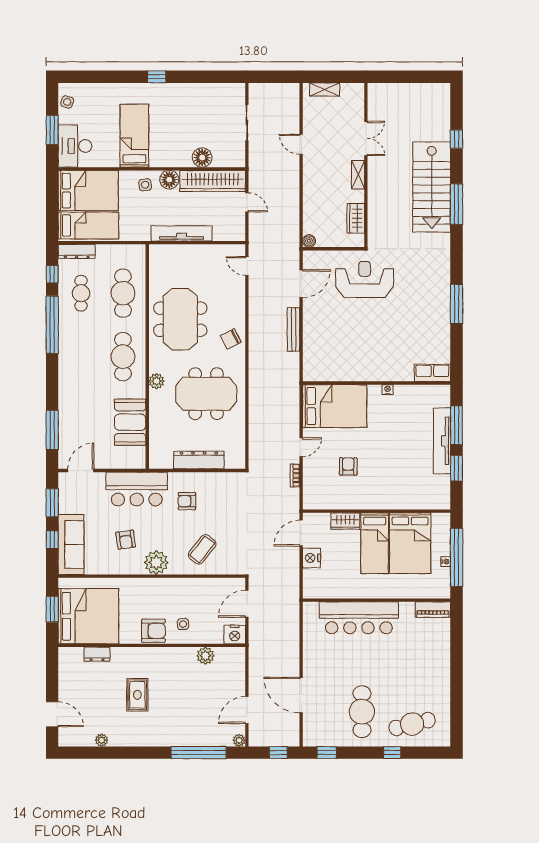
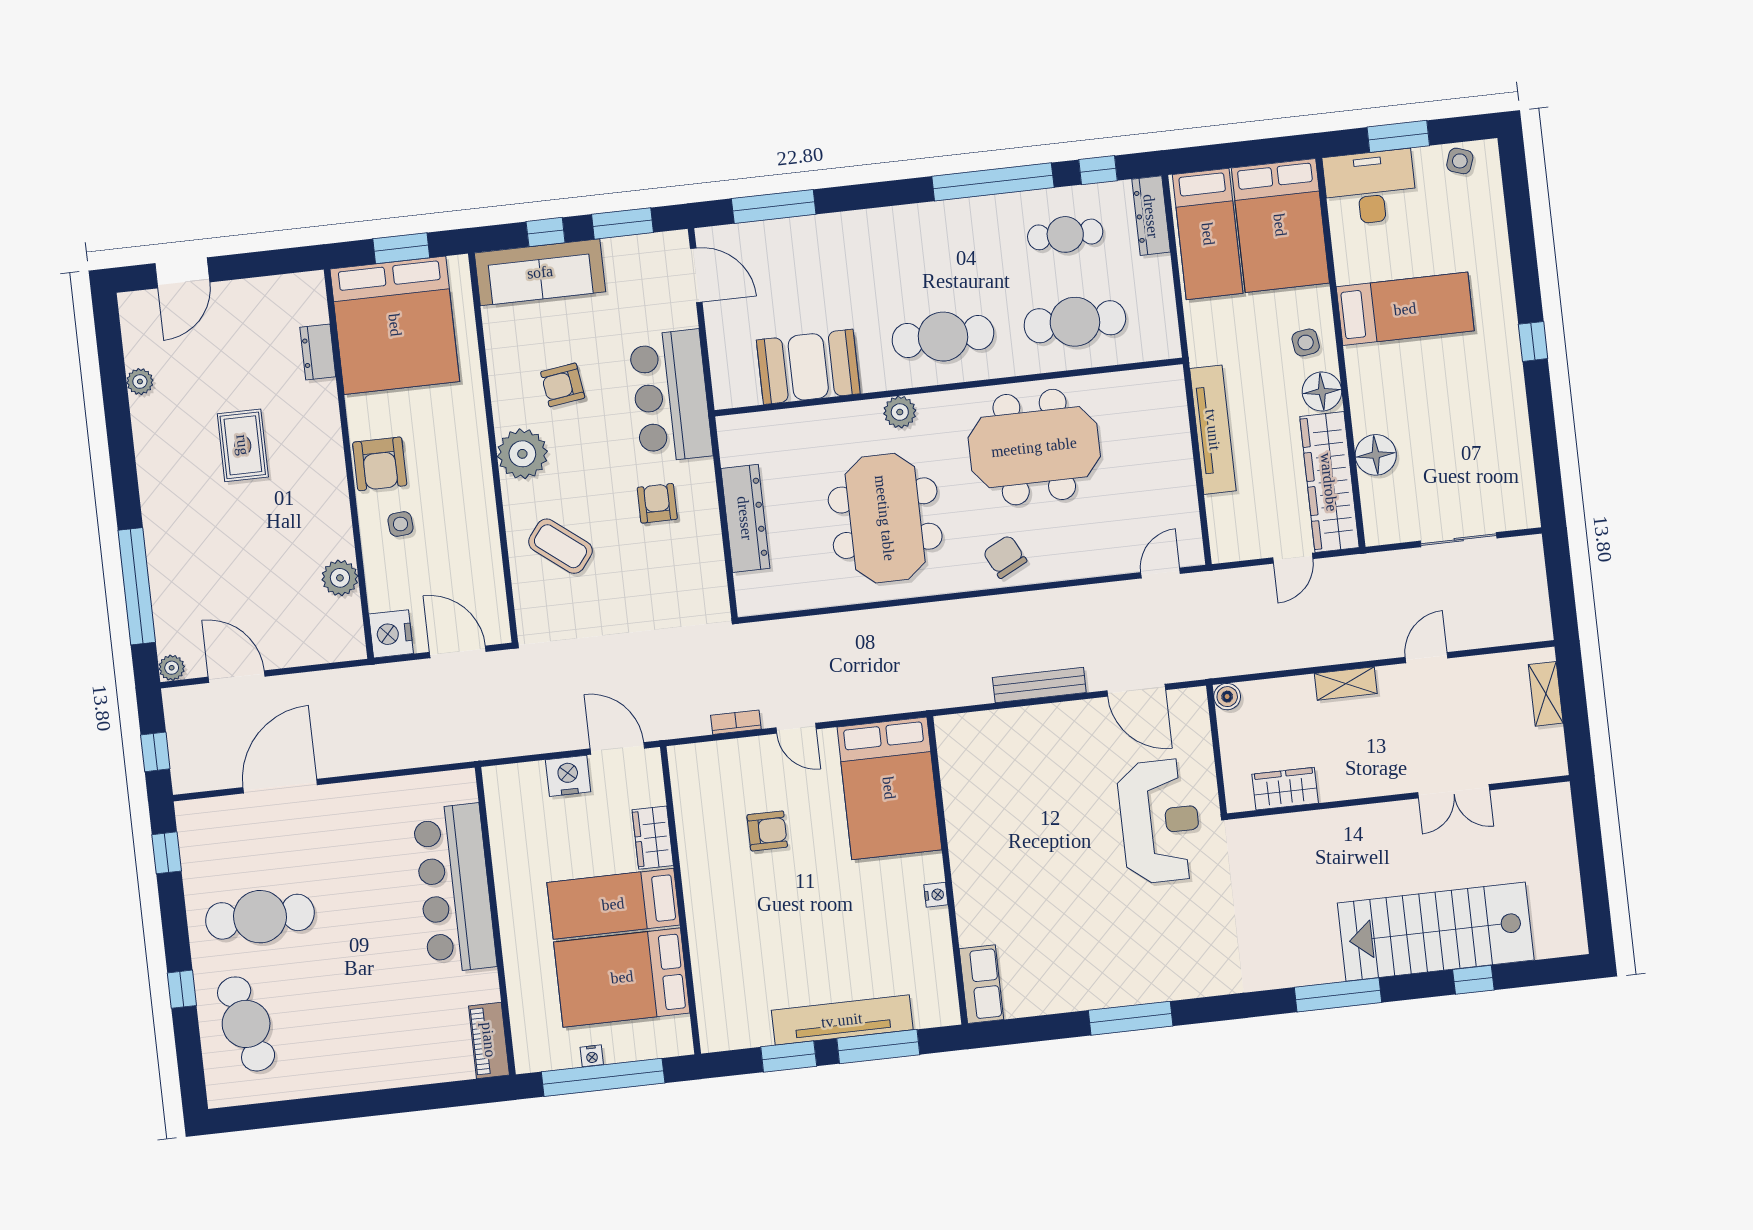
shelving: (358, 175) -> (1346, 683), moved
stairs: (432, 187) -> (1436, 932), moved
rug: (137, 695) -> (243, 445), turned 90

